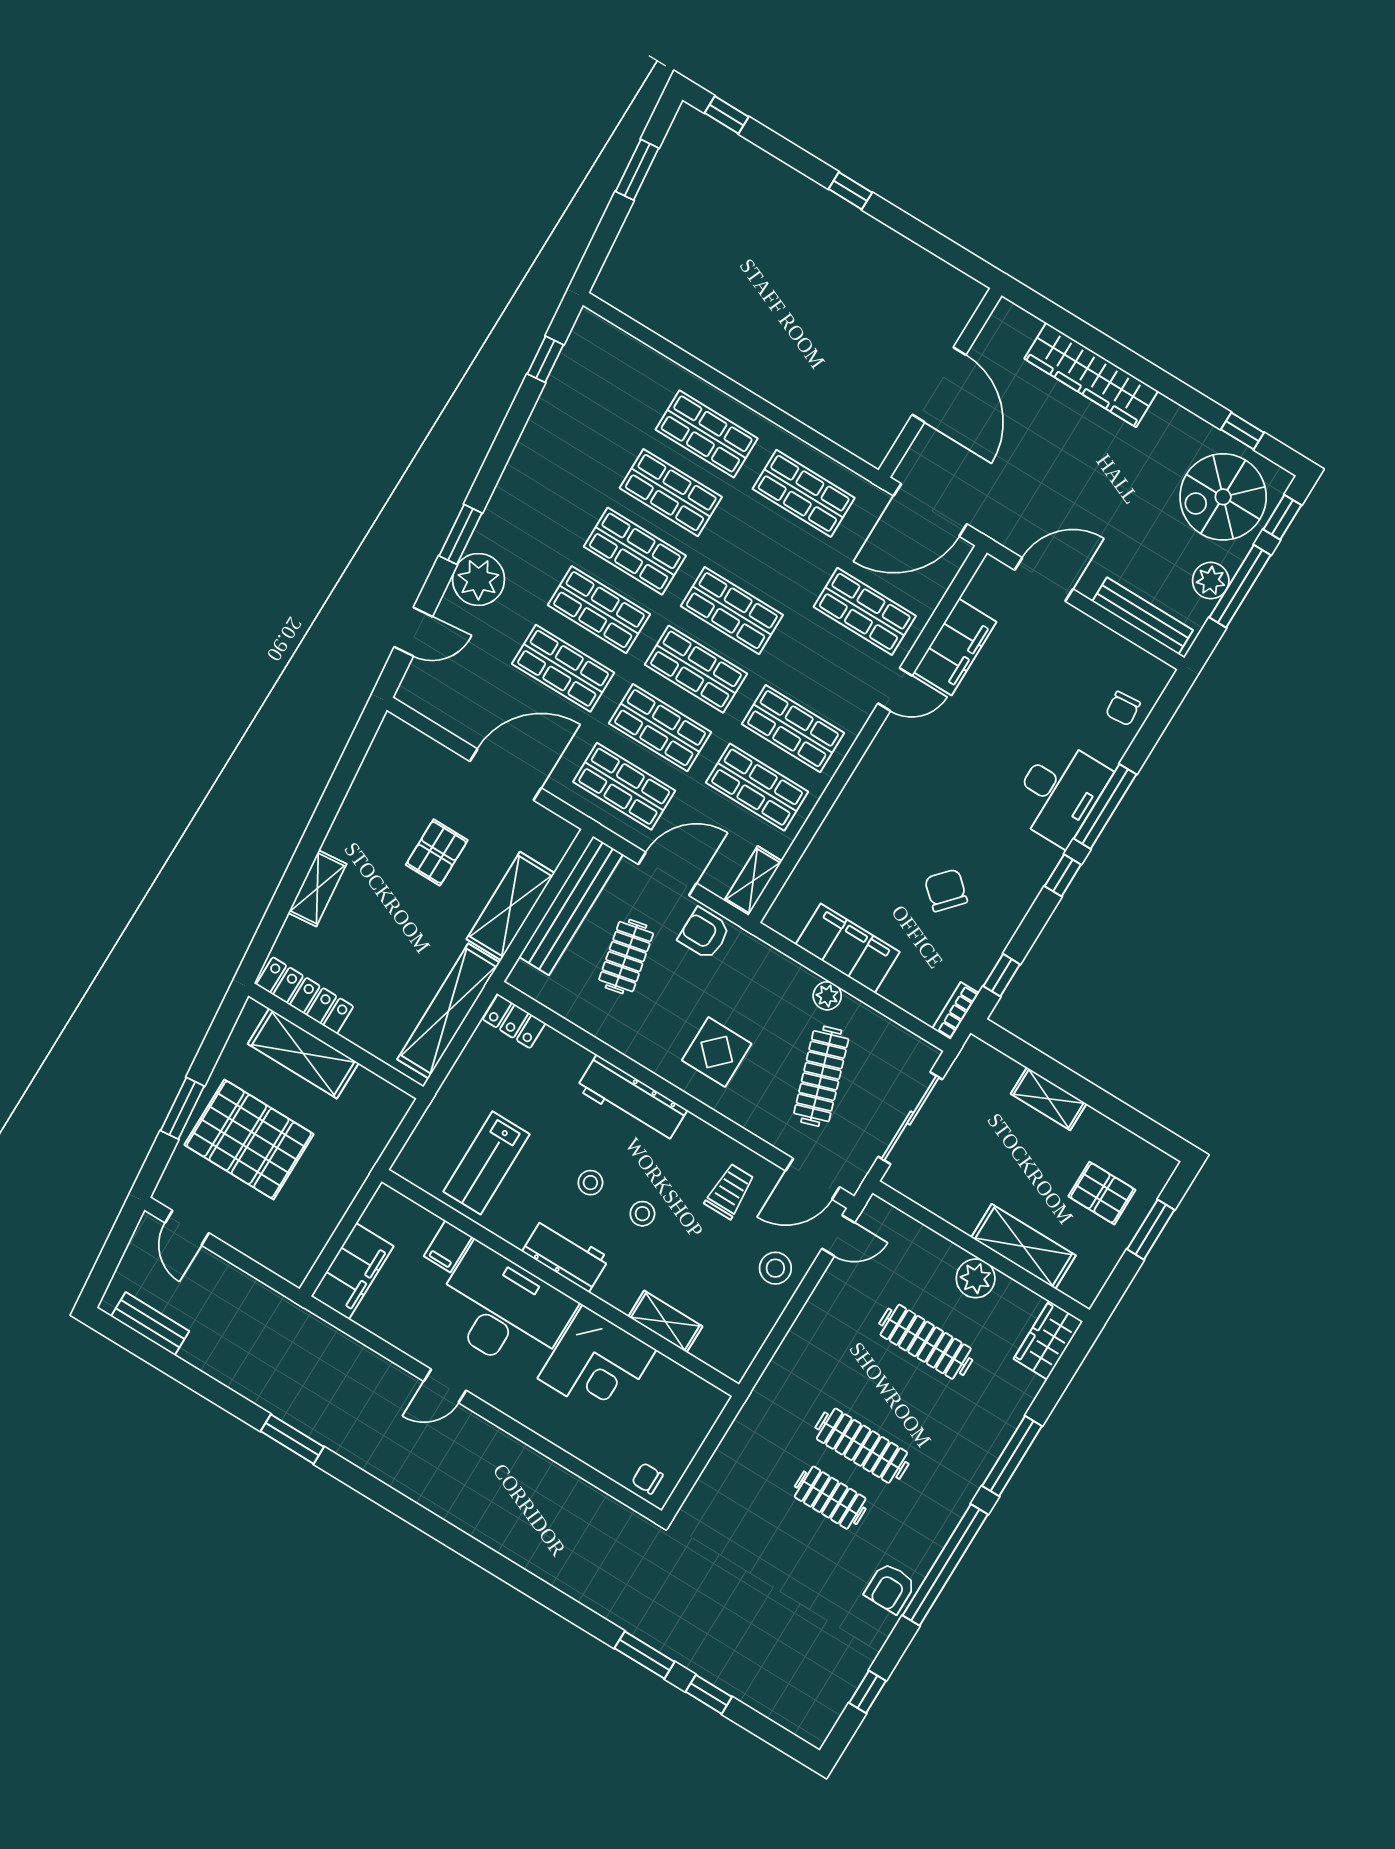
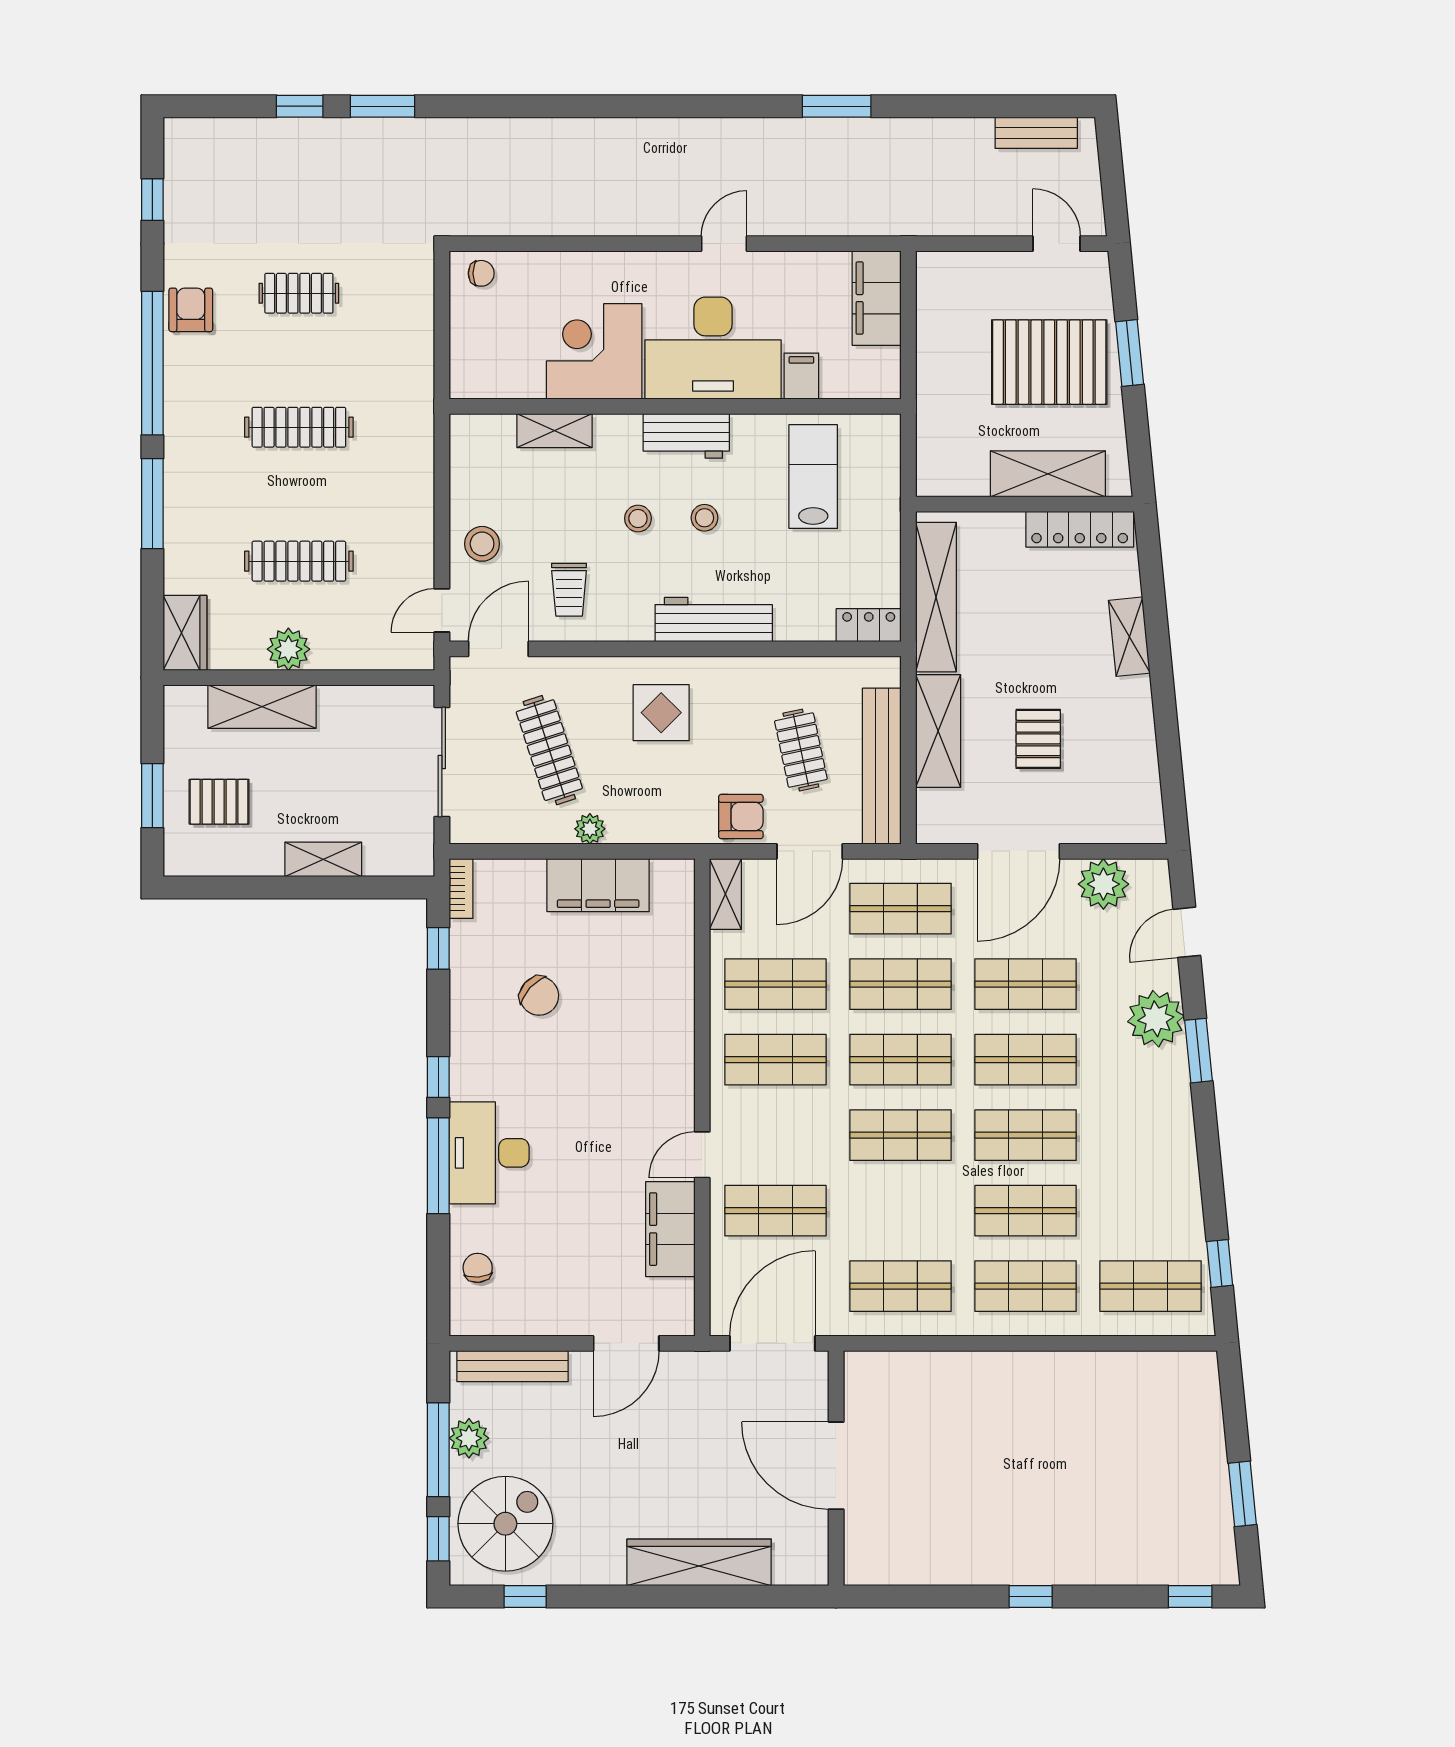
shop shelf: (610, 375) -> (1151, 1286), added
plant: (455, 709) -> (1103, 884), added
clothes rail: (830, 1498) -> (299, 293), moved

